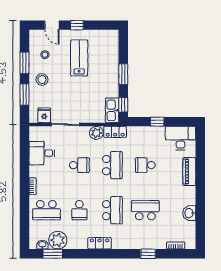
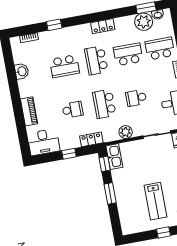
locker: (115, 132) -> (91, 139), moved
school desk: (79, 210) -> (128, 54), width x1.85

